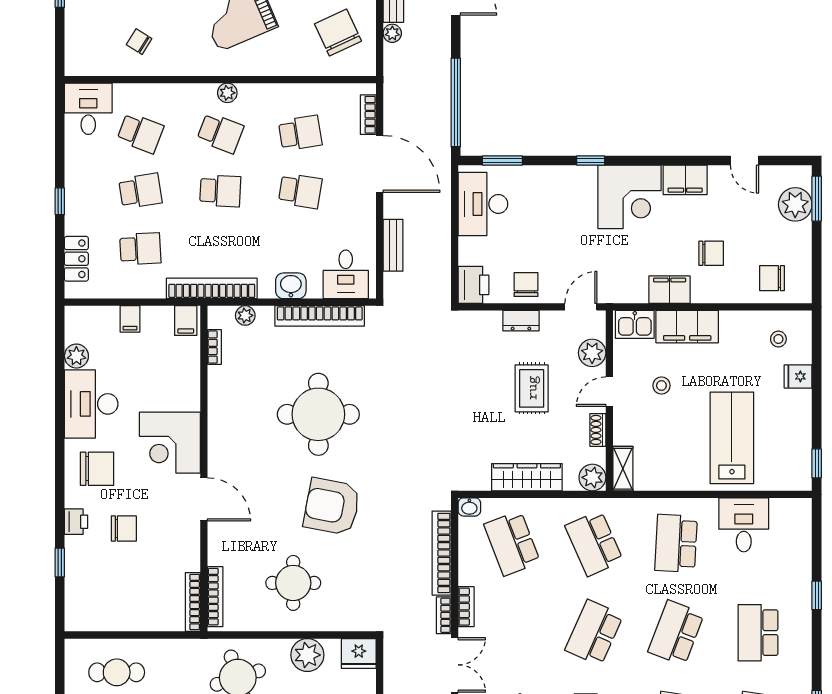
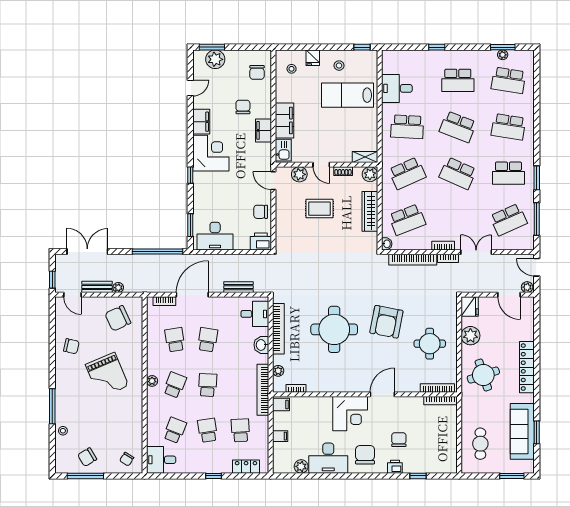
chair: (139, 42) -> (127, 459), moved
dresser: (521, 321) -> (281, 215), removed
stool: (661, 386) -> (339, 66), moved

